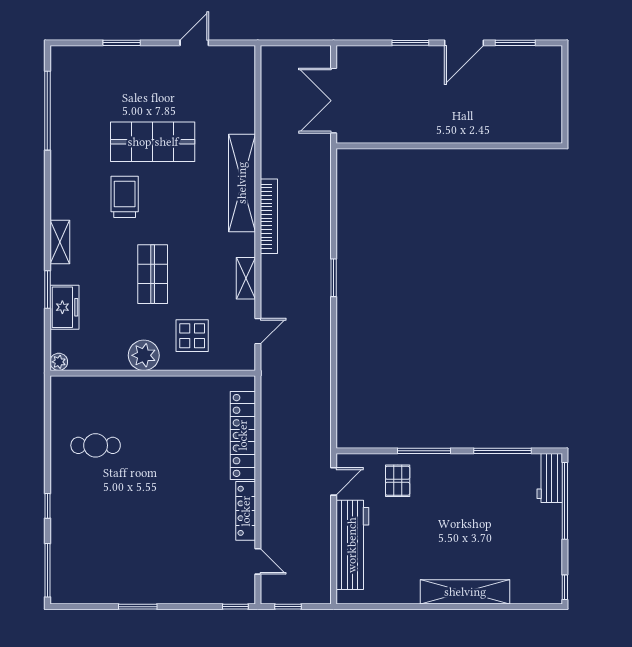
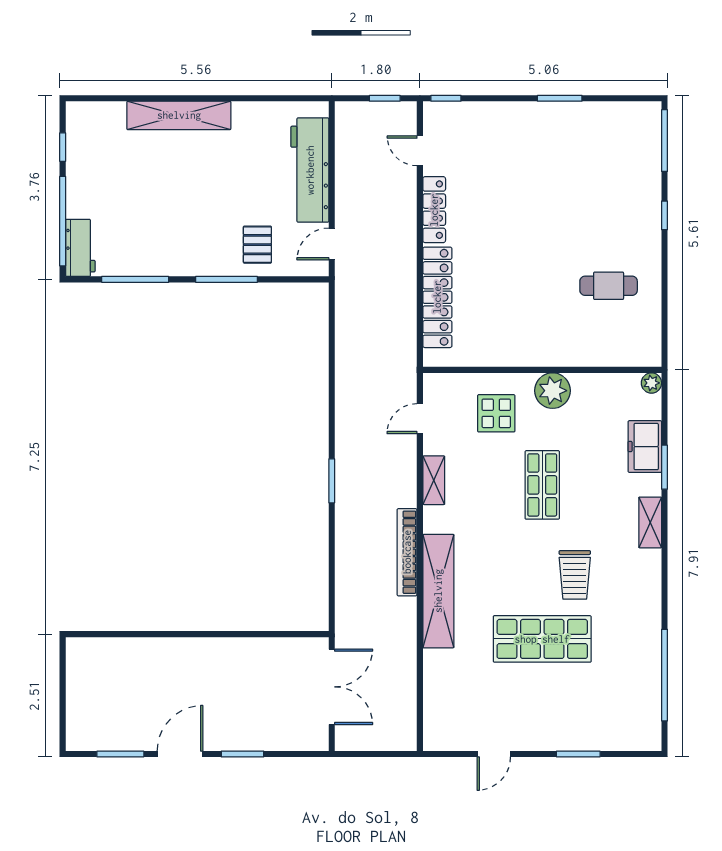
window: (565, 587) -> (63, 147), moved

